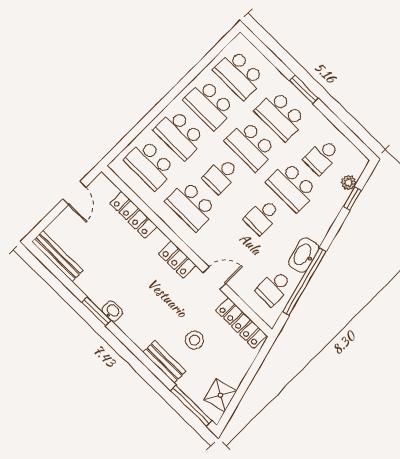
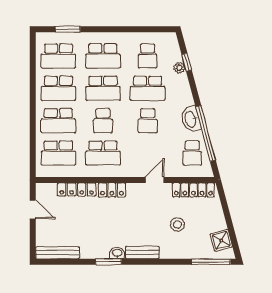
window: (304, 89) -> (68, 29), moved
plant: (349, 183) -> (179, 68), moved
locker: (177, 260) -> (112, 190), moved
bench: (164, 362) -> (142, 252), moved

